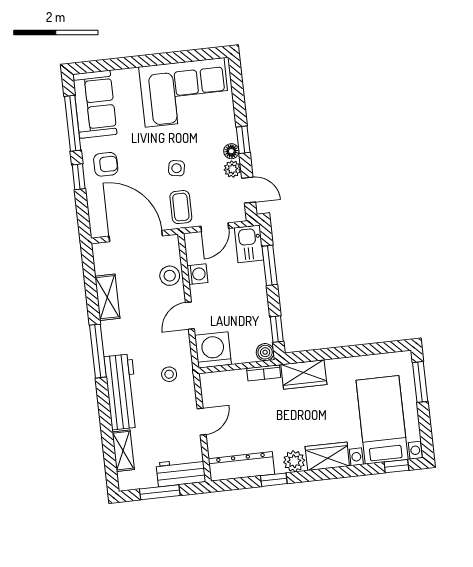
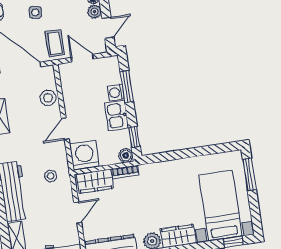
side table: (177, 168) -> (35, 12), moved
door: (249, 190) -> (108, 28), hinge flipped
door: (215, 227) -> (82, 58), swing flipped
kitchen sink: (249, 244) -> (117, 116), moved
washing machine: (197, 274) -> (116, 93), moved, turned 180
wardrobe: (304, 374) -> (95, 181), moved

